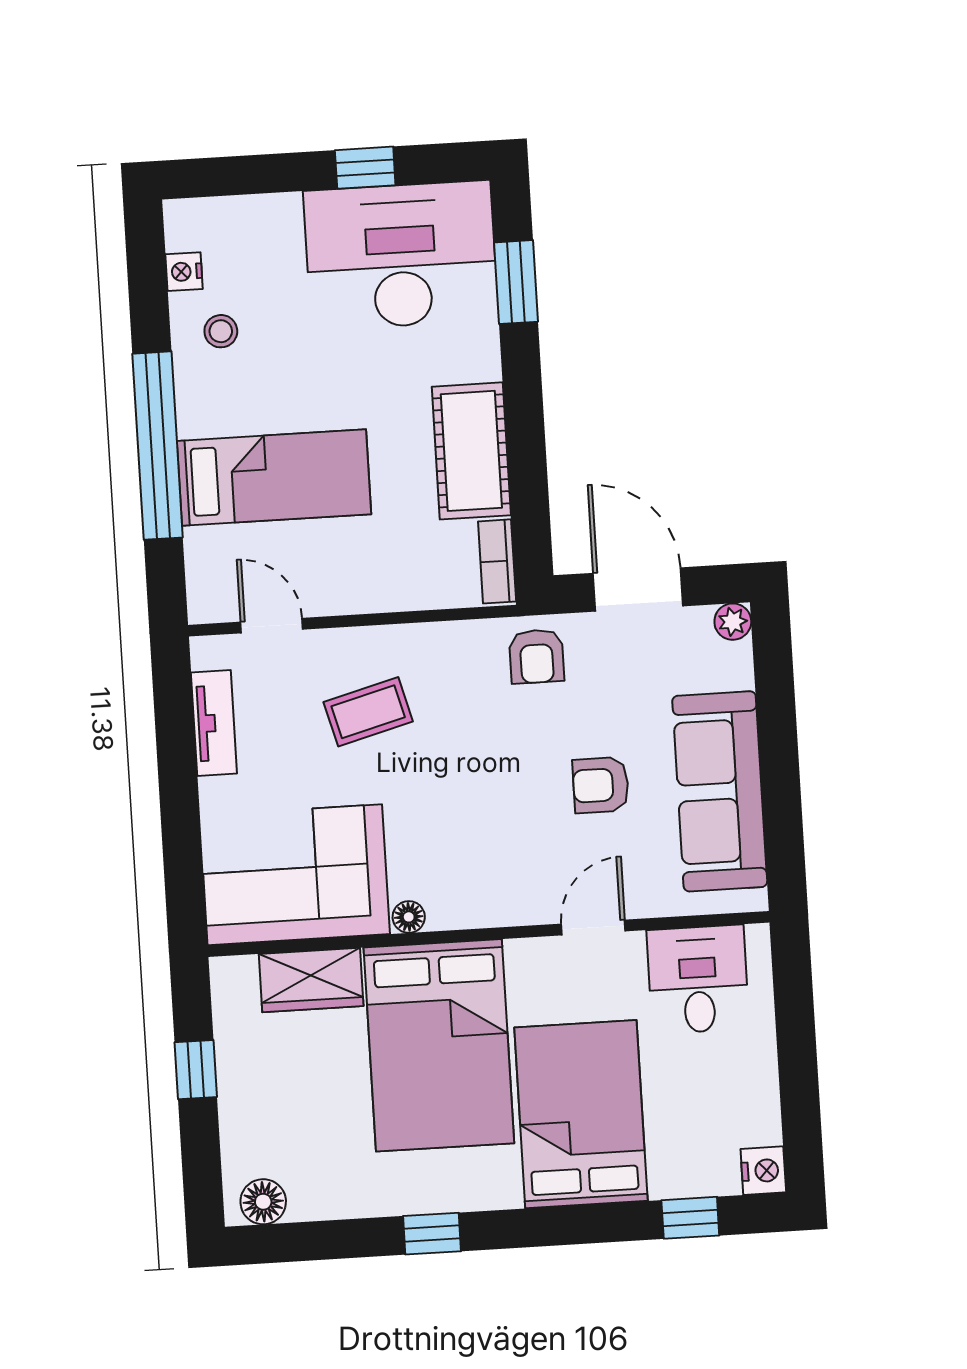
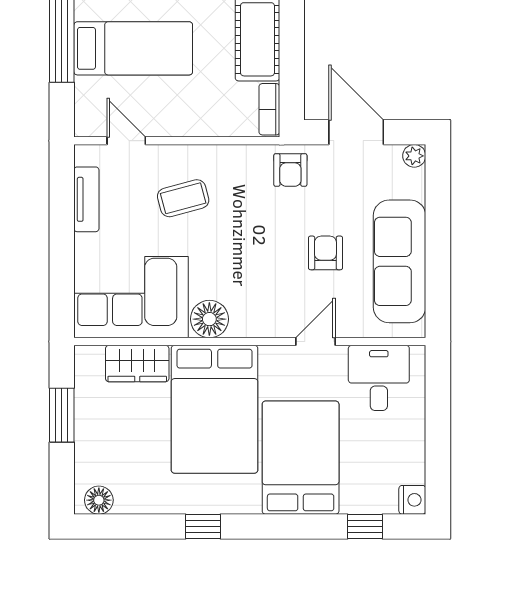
armchair: (601, 785) -> (325, 253), turned 90
floor lamp: (409, 917) -> (209, 319), width x1.89, depth x1.89
window: (196, 1070) -> (62, 415), width x1.50

